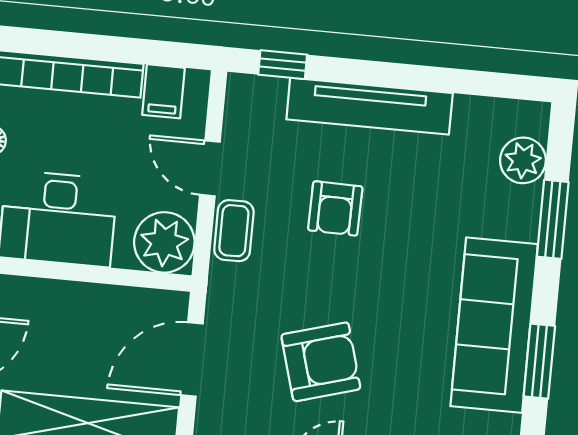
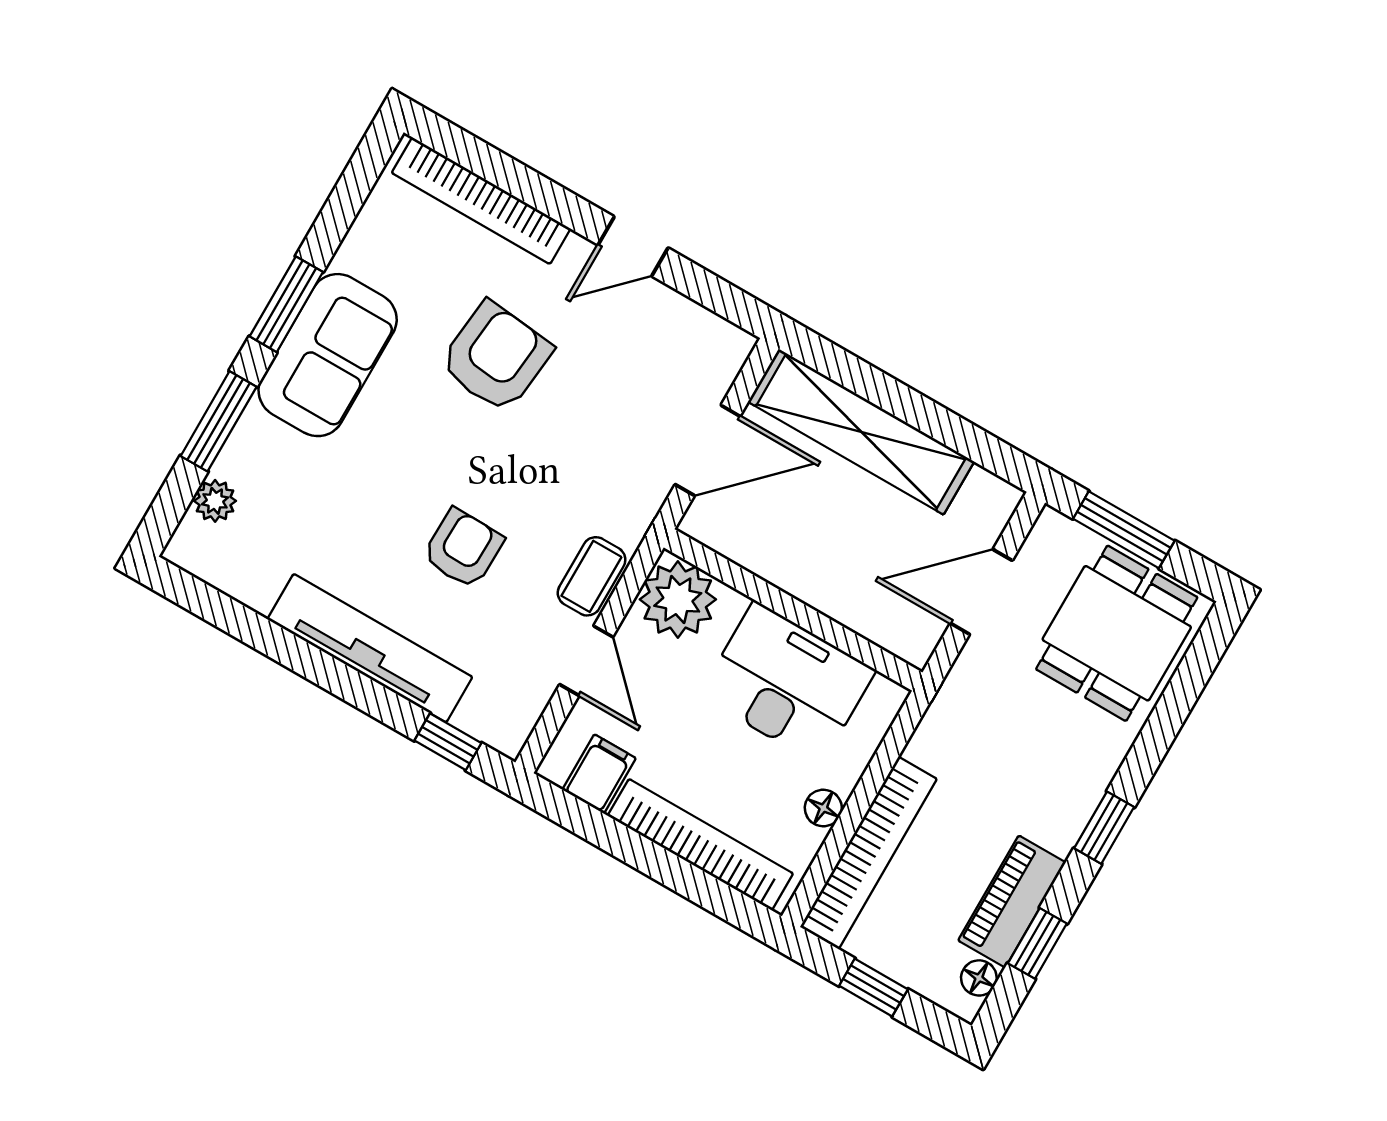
plant: (523, 160) -> (215, 501), width x0.73, depth x0.73
sofa: (494, 325) -> (328, 355), width x0.73
window: (539, 361) -> (286, 304), moved
armchair: (321, 362) -> (496, 357), moved, turned 112

